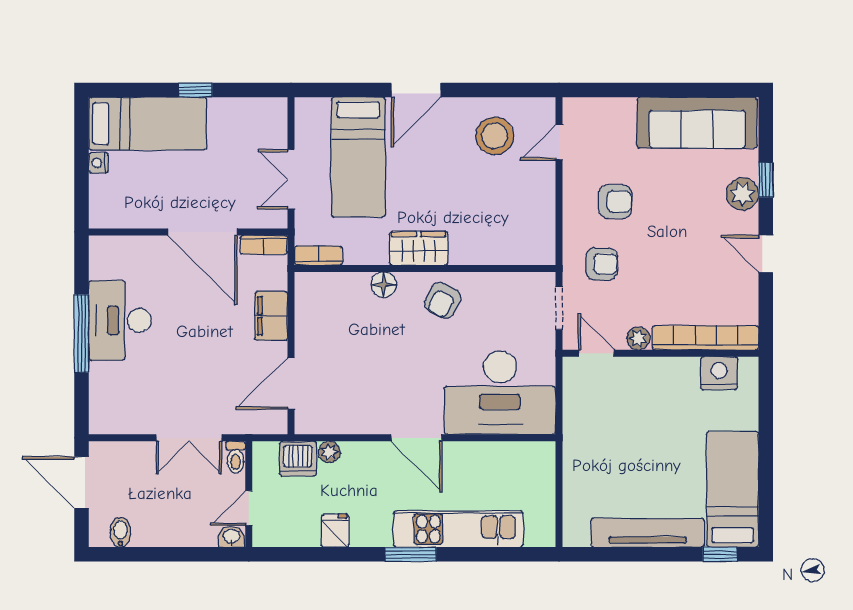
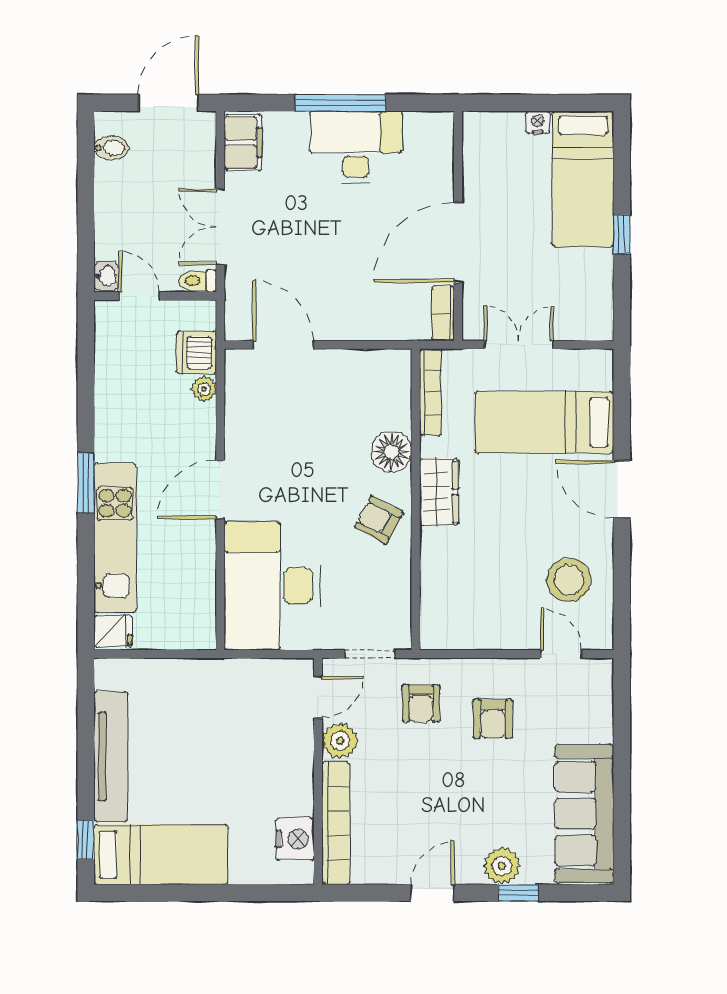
bookcase: (319, 256) -> (431, 392), width x1.56
floor lamp: (384, 285) -> (391, 452), width x1.38, depth x1.38
filing cabinet: (271, 316) -> (243, 143), moved, turned 90
plant: (638, 338) -> (340, 741), width x1.38, depth x1.38
fridge: (335, 531) -> (113, 631), moved

